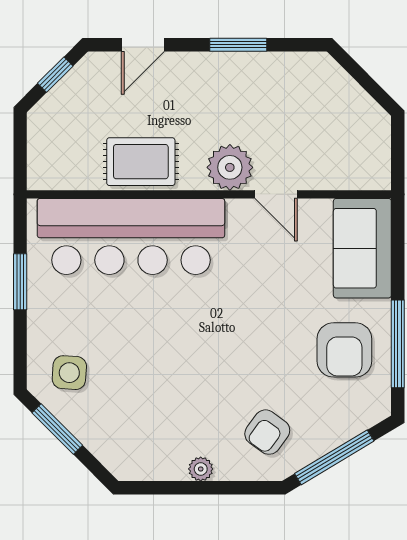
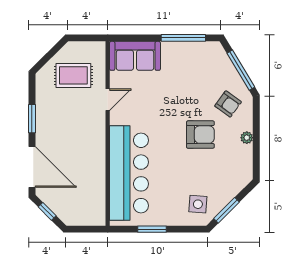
door: (143, 45) -> (32, 167), width x1.87
rug: (141, 162) -> (73, 75), moved, turned 90
plant: (230, 167) -> (94, 123), removed
armchair: (344, 350) -> (200, 135), moved

